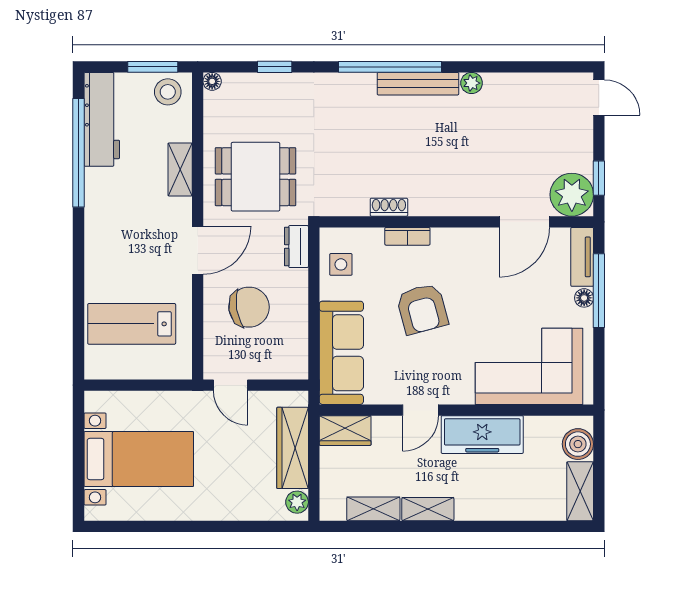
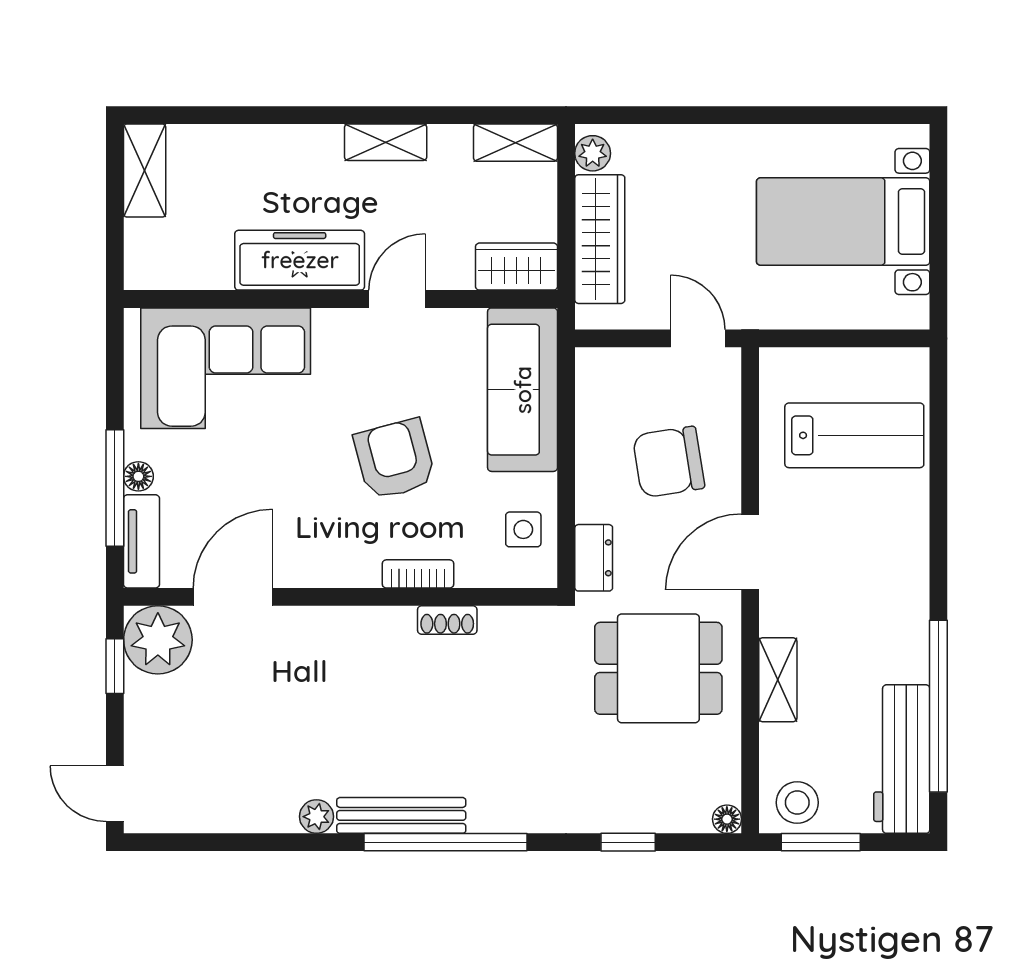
boiler: (578, 444) -> (148, 245), removed
shelving: (373, 509) -> (515, 143), moved

